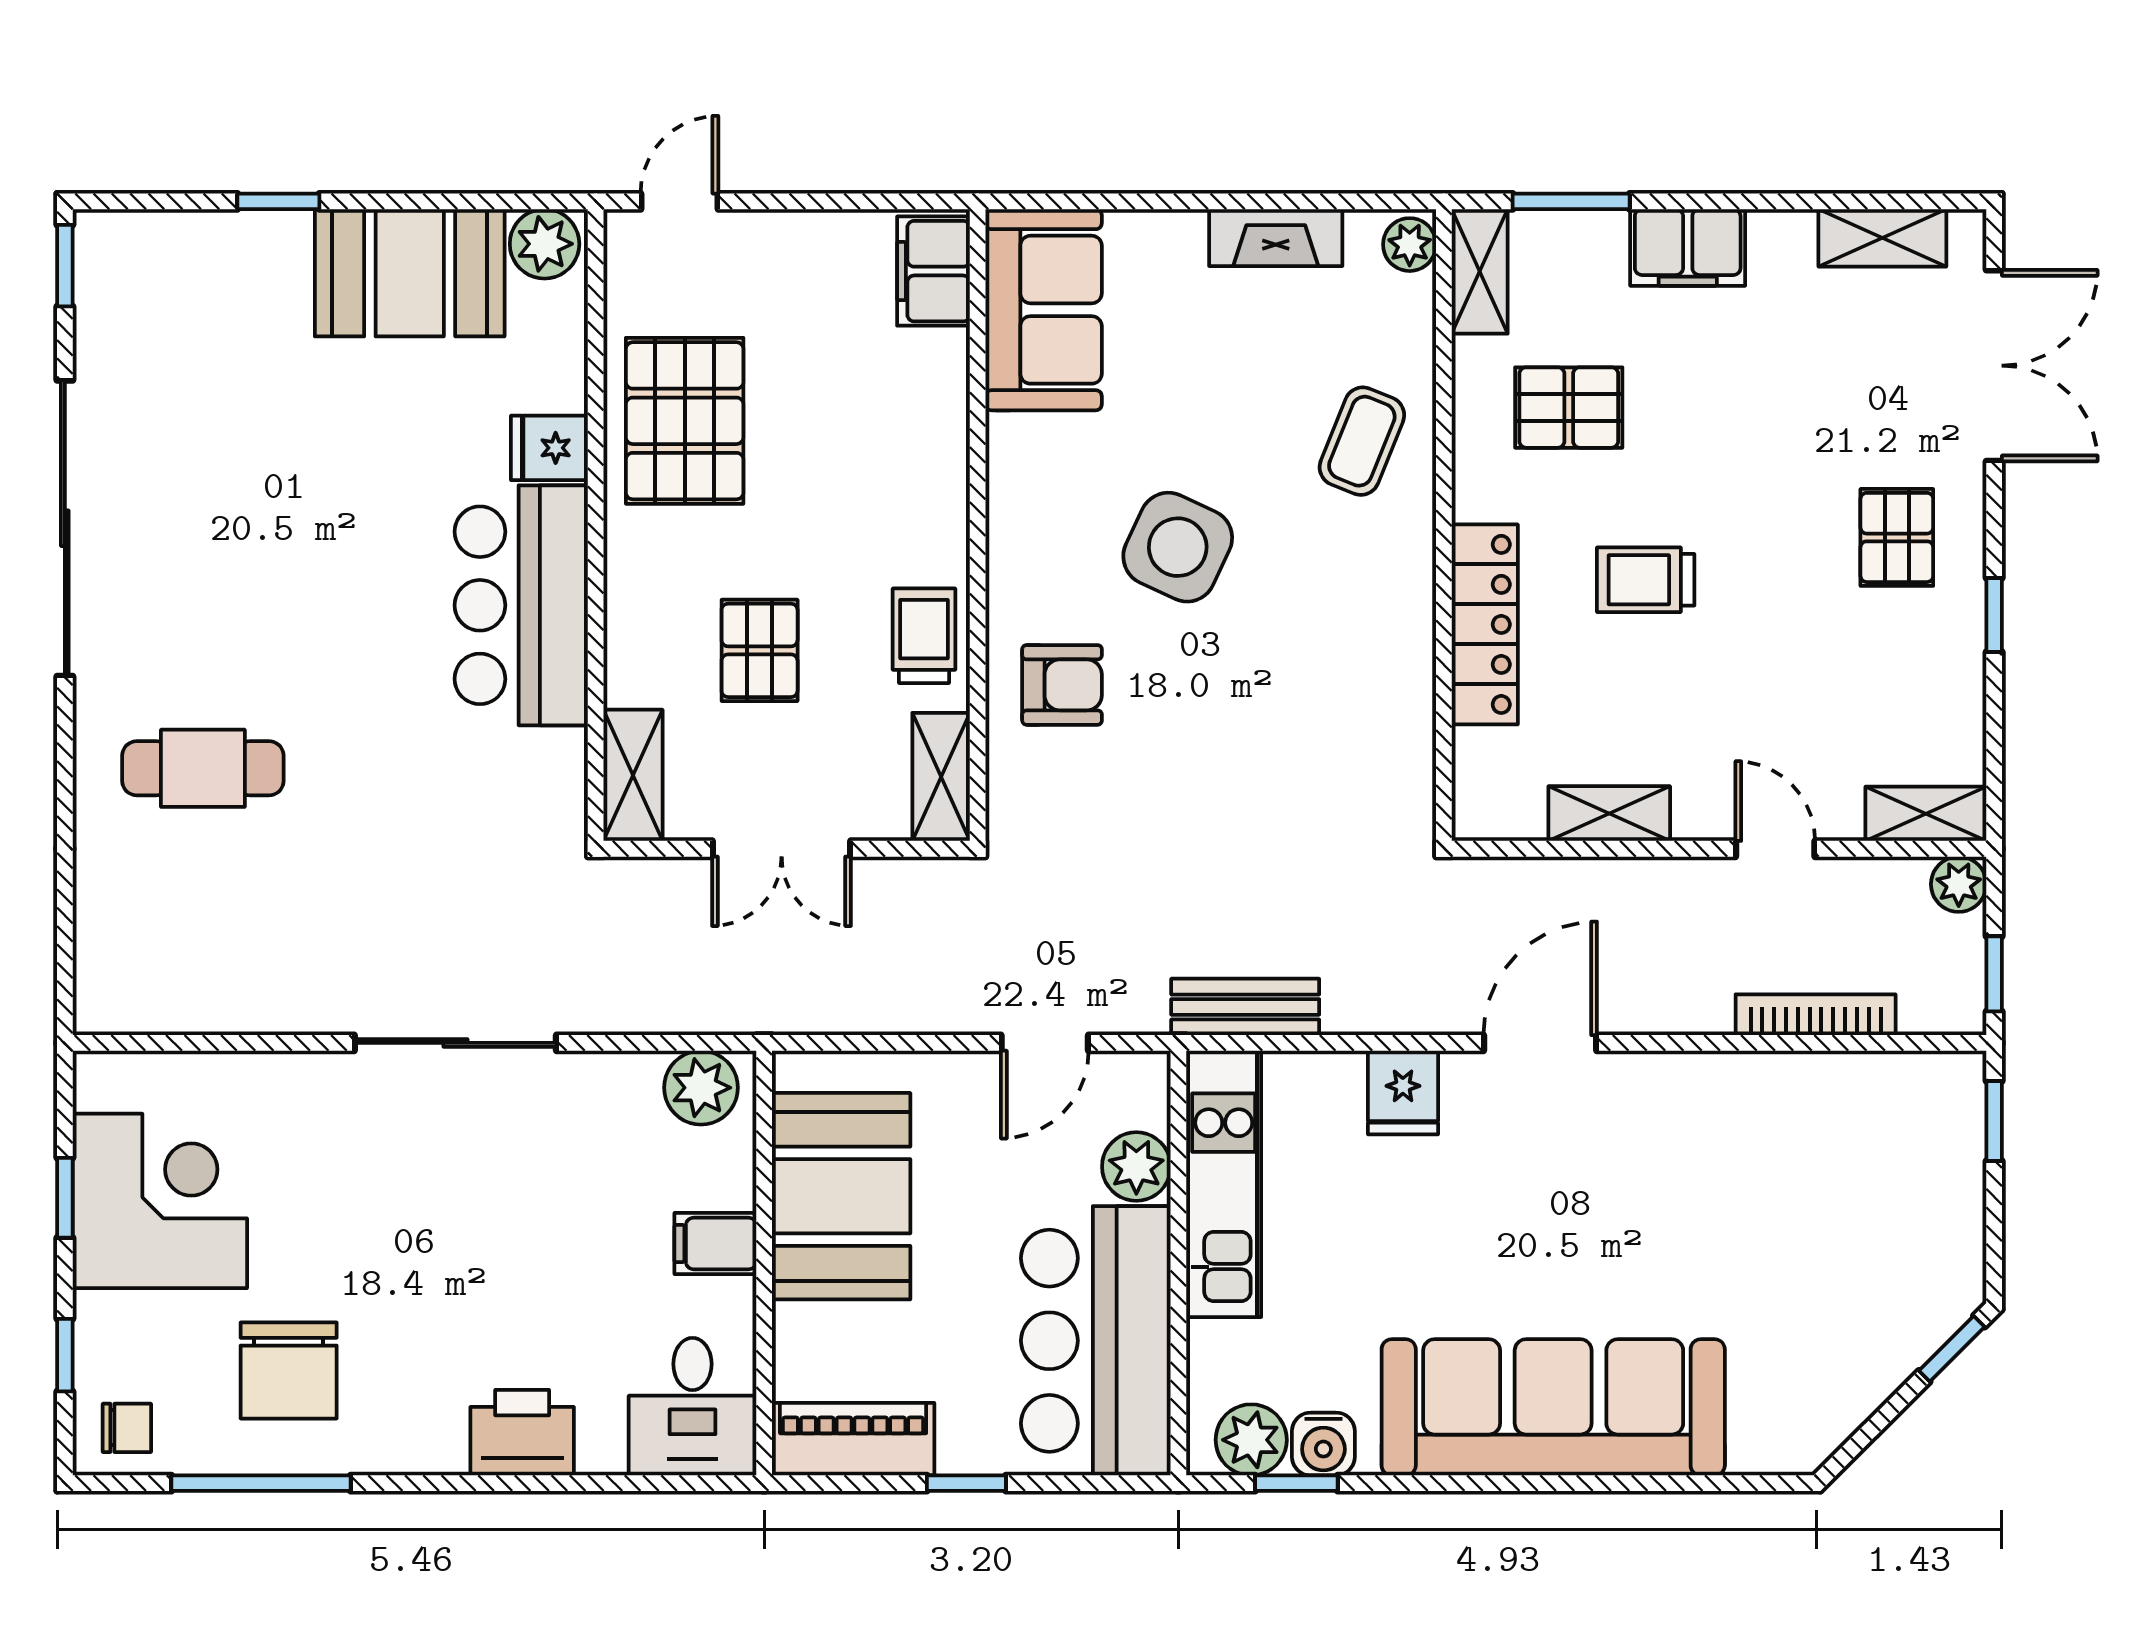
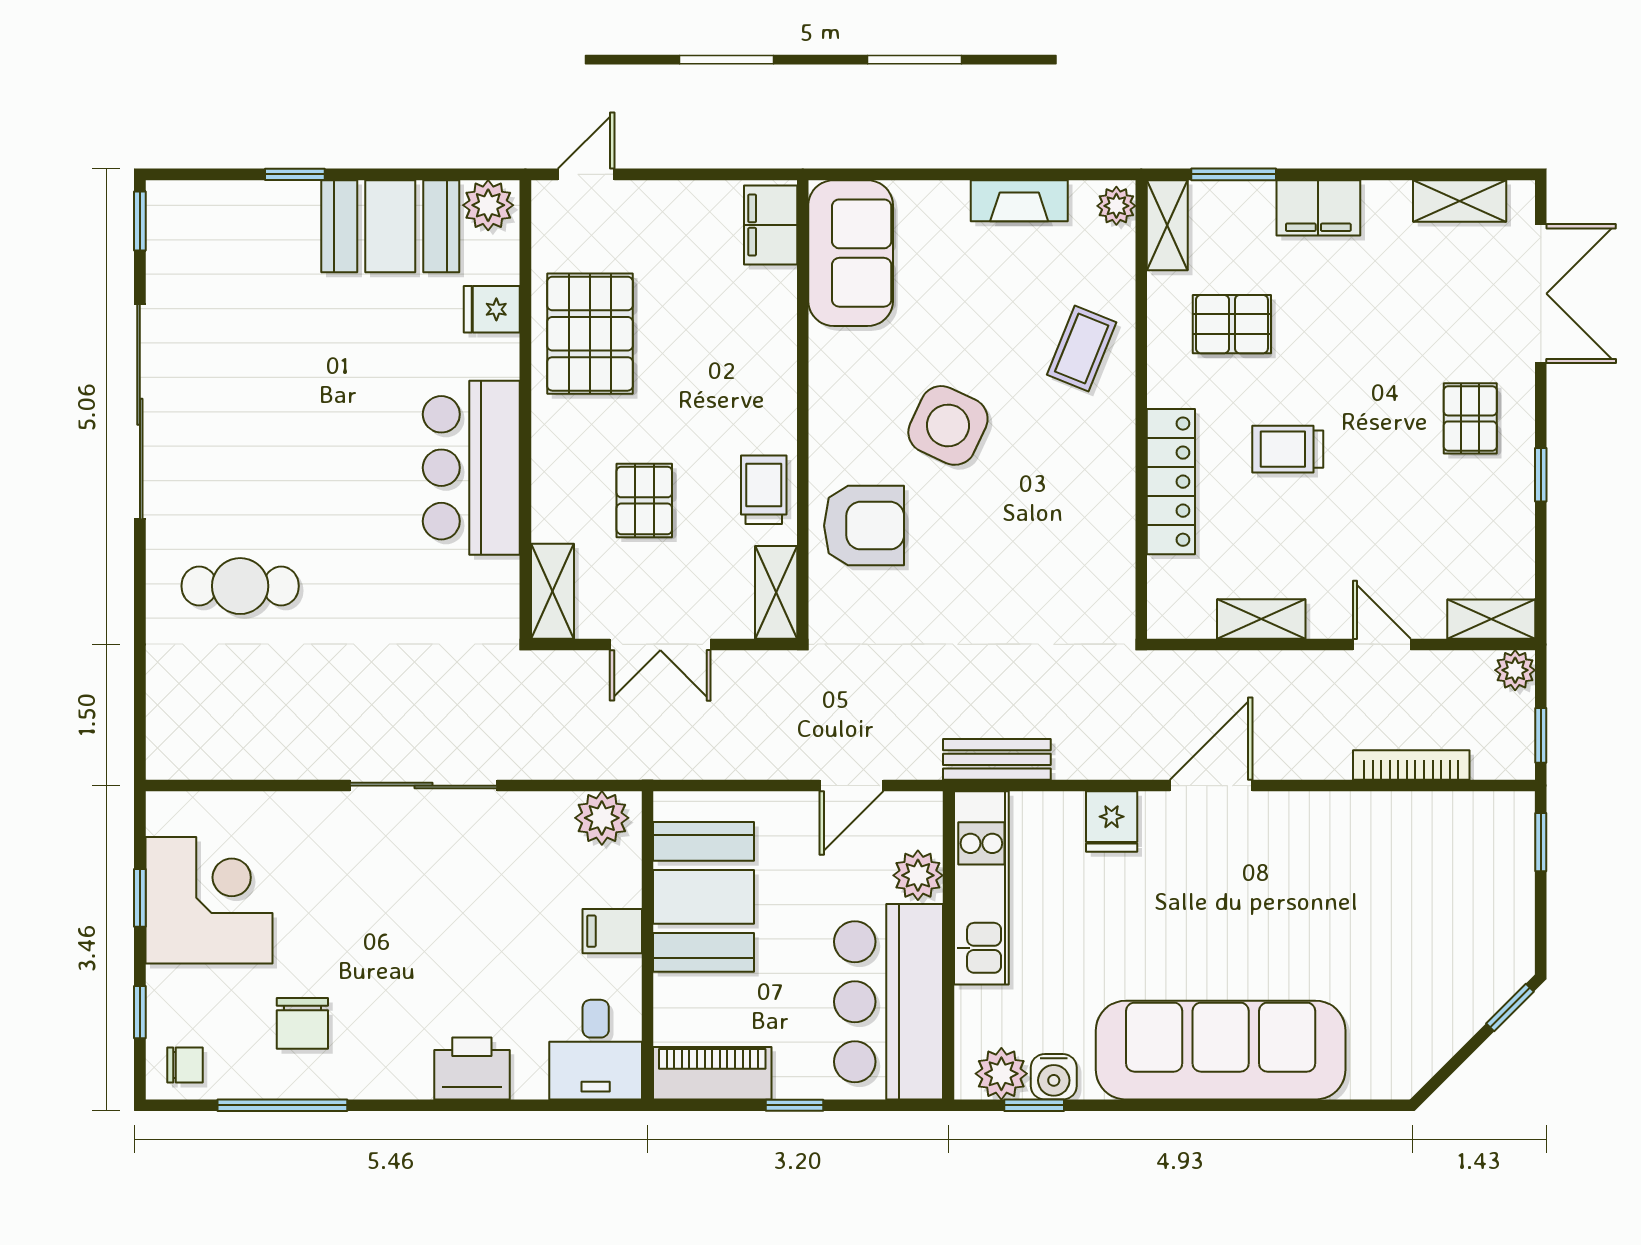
fridge: (549, 448) -> (492, 309), moved
armchair: (1062, 685) -> (864, 526), width x1.38, depth x1.38
chair: (289, 1371) -> (302, 1023), width x0.73, depth x0.73

